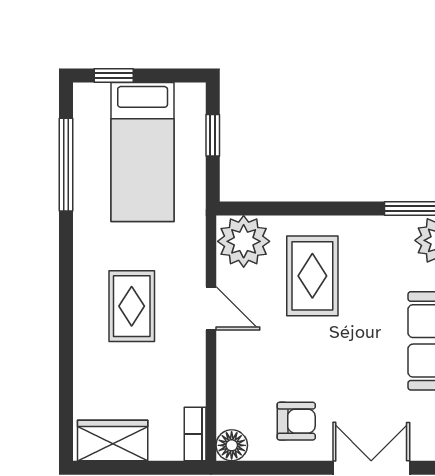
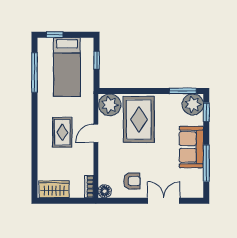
rug: (312, 276) -> (139, 120), width x1.36, depth x1.43
door: (211, 308) -> (96, 133), swing flipped

